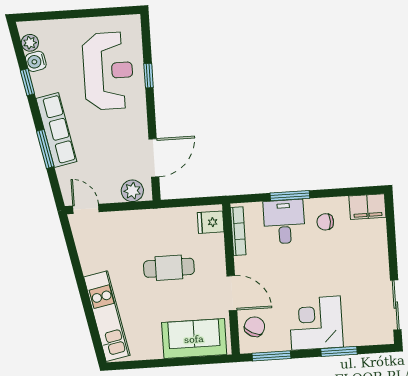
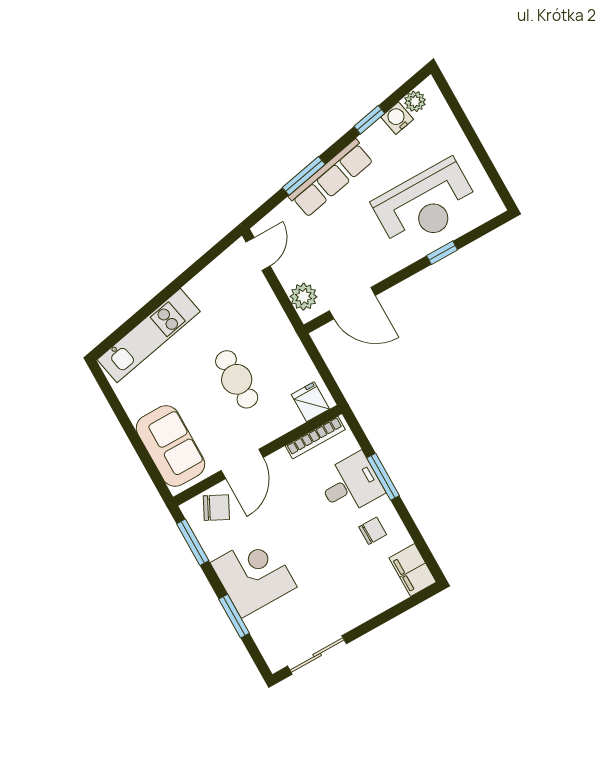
chair: (325, 222) -> (373, 531), turned 90

